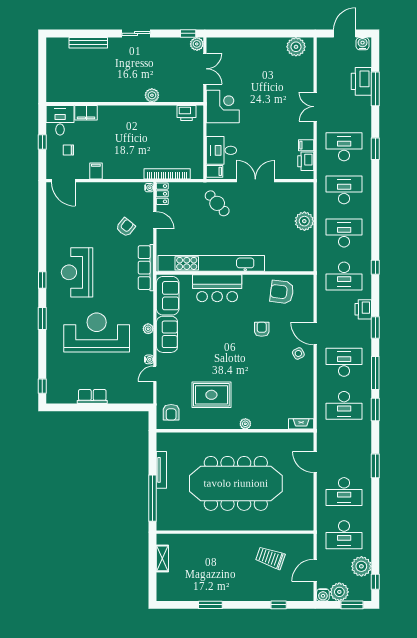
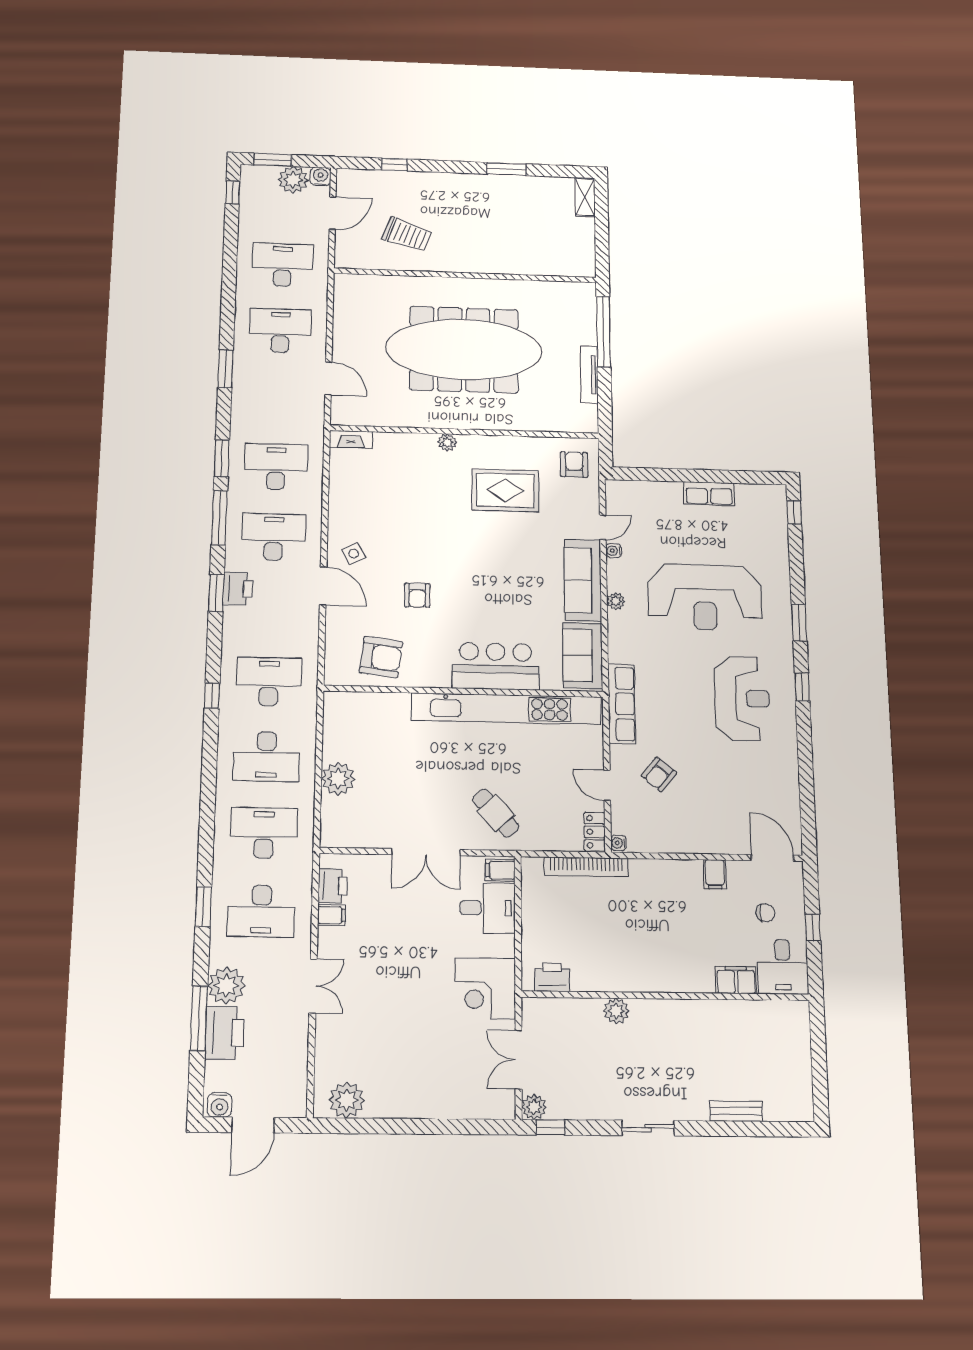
bench: (88, 43) -> (736, 1111), width x0.73
desk: (344, 190) -> (264, 833), turned 180
printer: (363, 309) -> (238, 589), moved
sofa: (167, 334) -> (583, 580), width x1.36
desk: (344, 362) -> (274, 537), turned 180
shelving: (162, 558) -> (585, 197), moved
plant: (361, 566) -> (226, 986), moved

